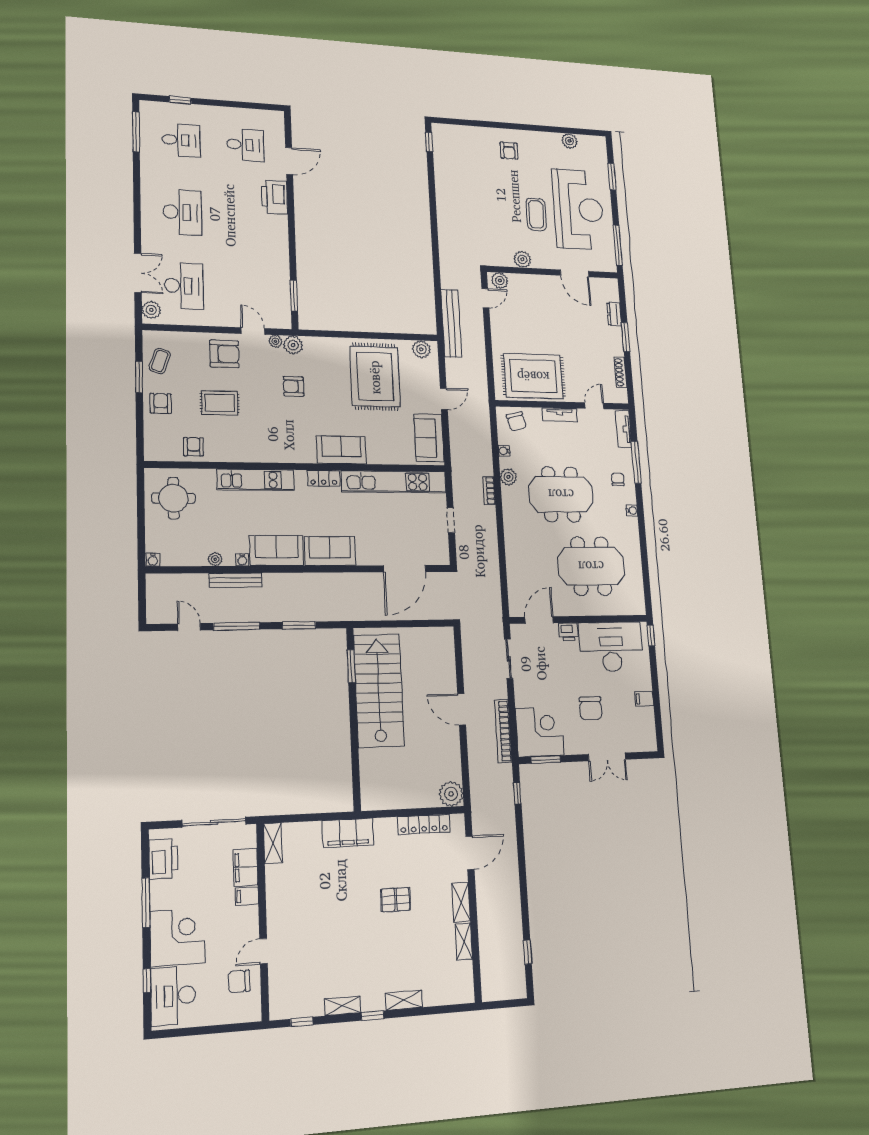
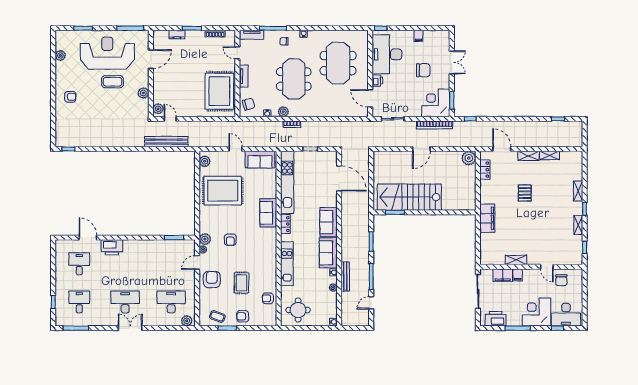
double door: (138, 273) -> (130, 328), moved
bench: (451, 323) -> (166, 142), moved
locker: (424, 824) -> (485, 170), width x0.66
shelving: (273, 843) -> (516, 260), moved

